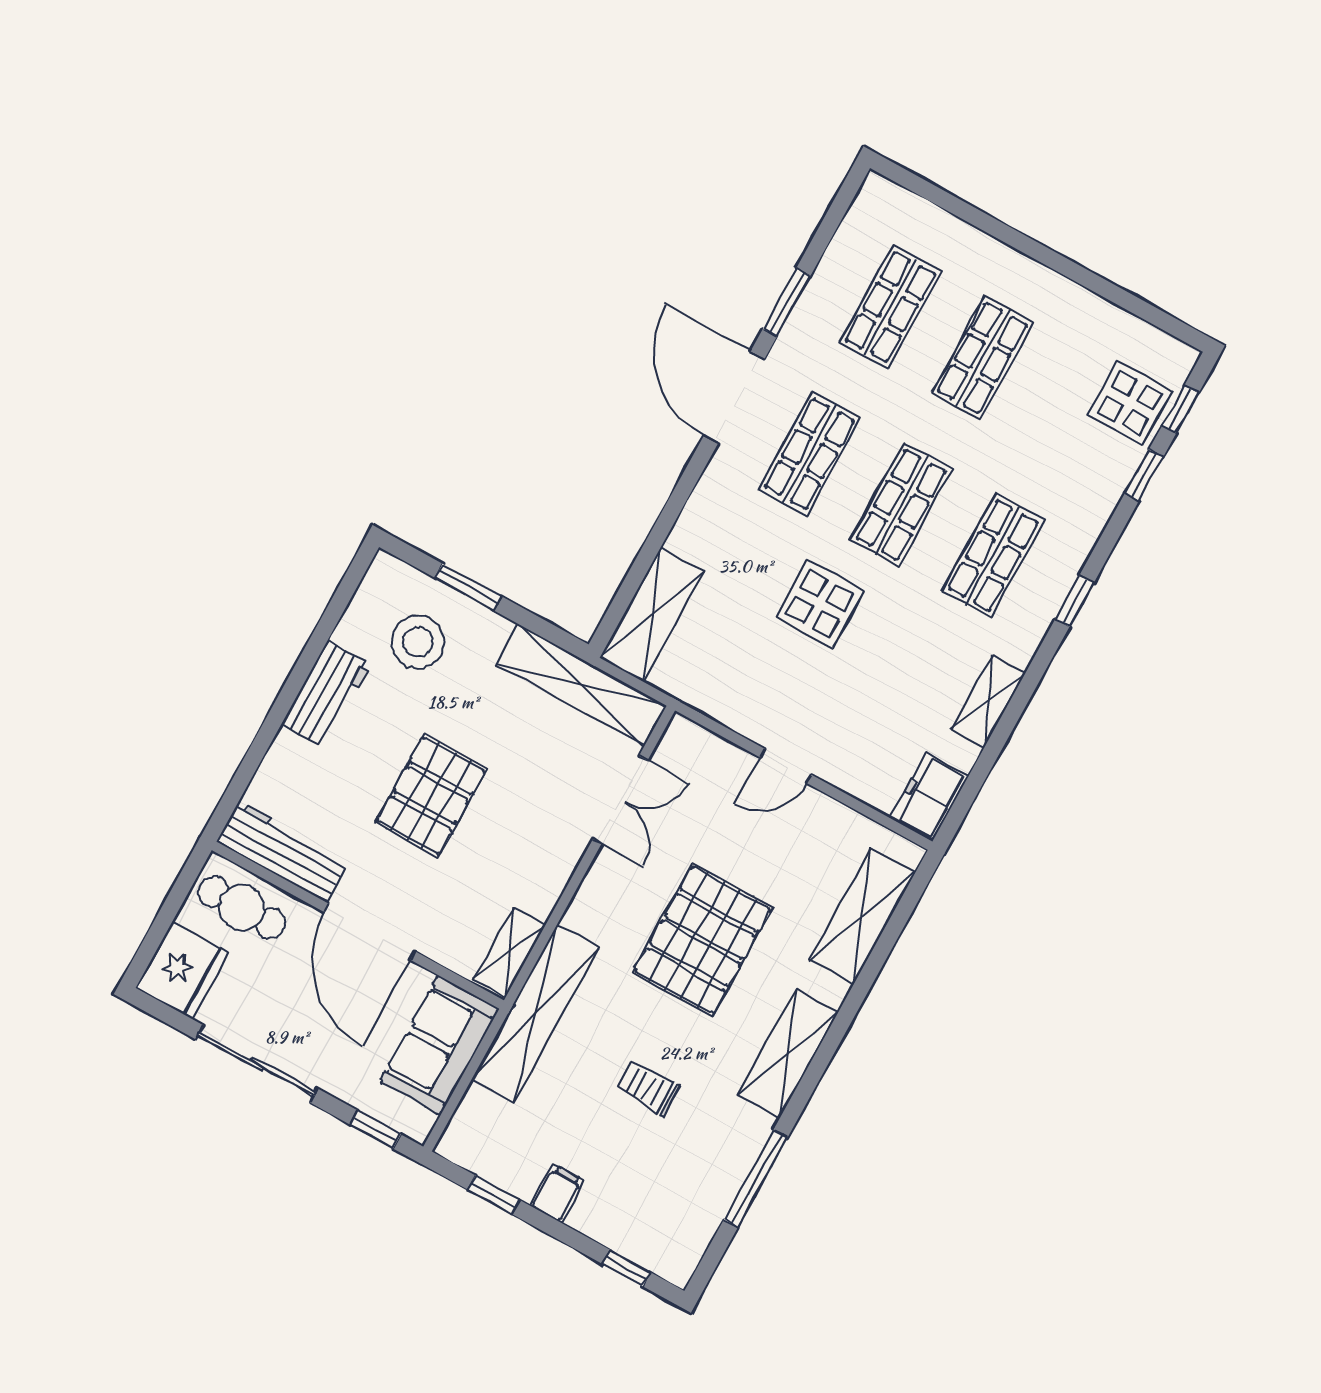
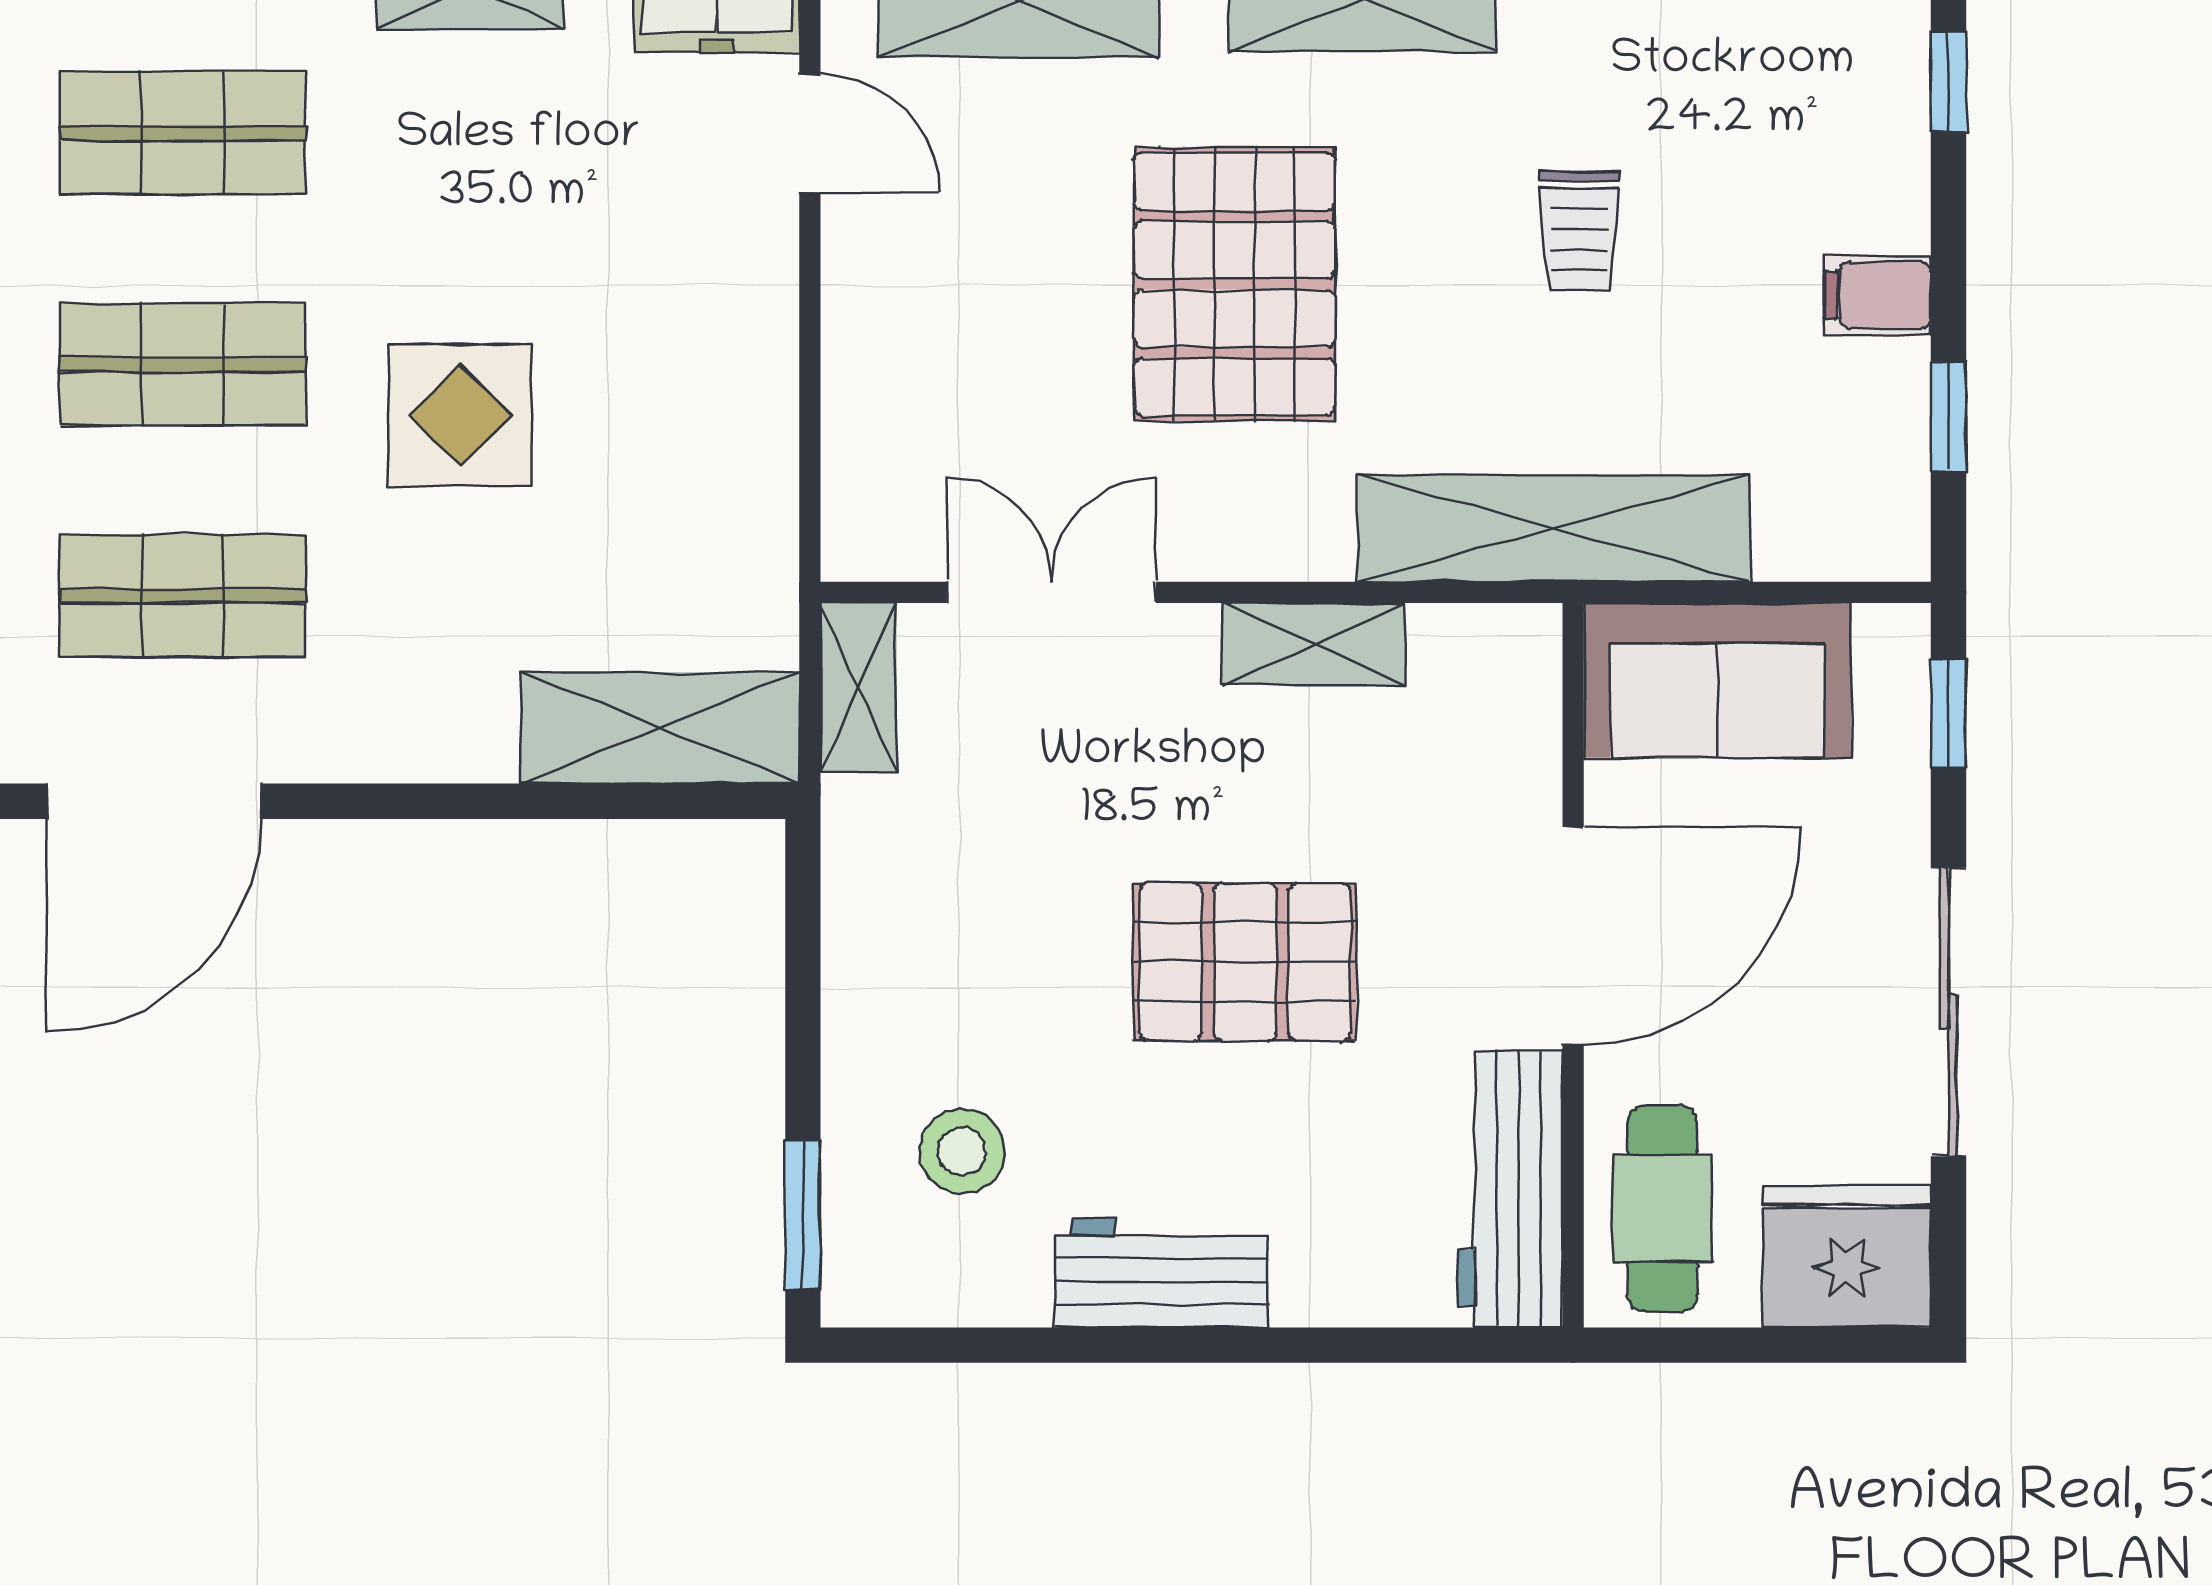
window: (468, 587) -> (803, 1215), moved
stool: (418, 642) -> (962, 1151), width x0.73, depth x0.73
shelving: (582, 685) -> (858, 688), width x0.45, depth x0.75
door: (786, 766) -> (810, 133), moved
pallet: (703, 940) -> (1234, 284), turned 90
shelving: (509, 952) -> (1313, 644), moved

